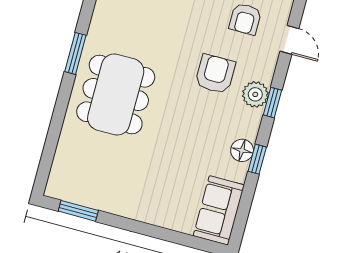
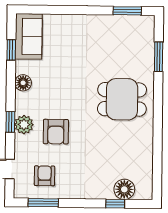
window: (75, 53) -> (159, 57), moved
dining table: (116, 94) -> (122, 99), width x0.73
window: (257, 159) -> (11, 50), moved

